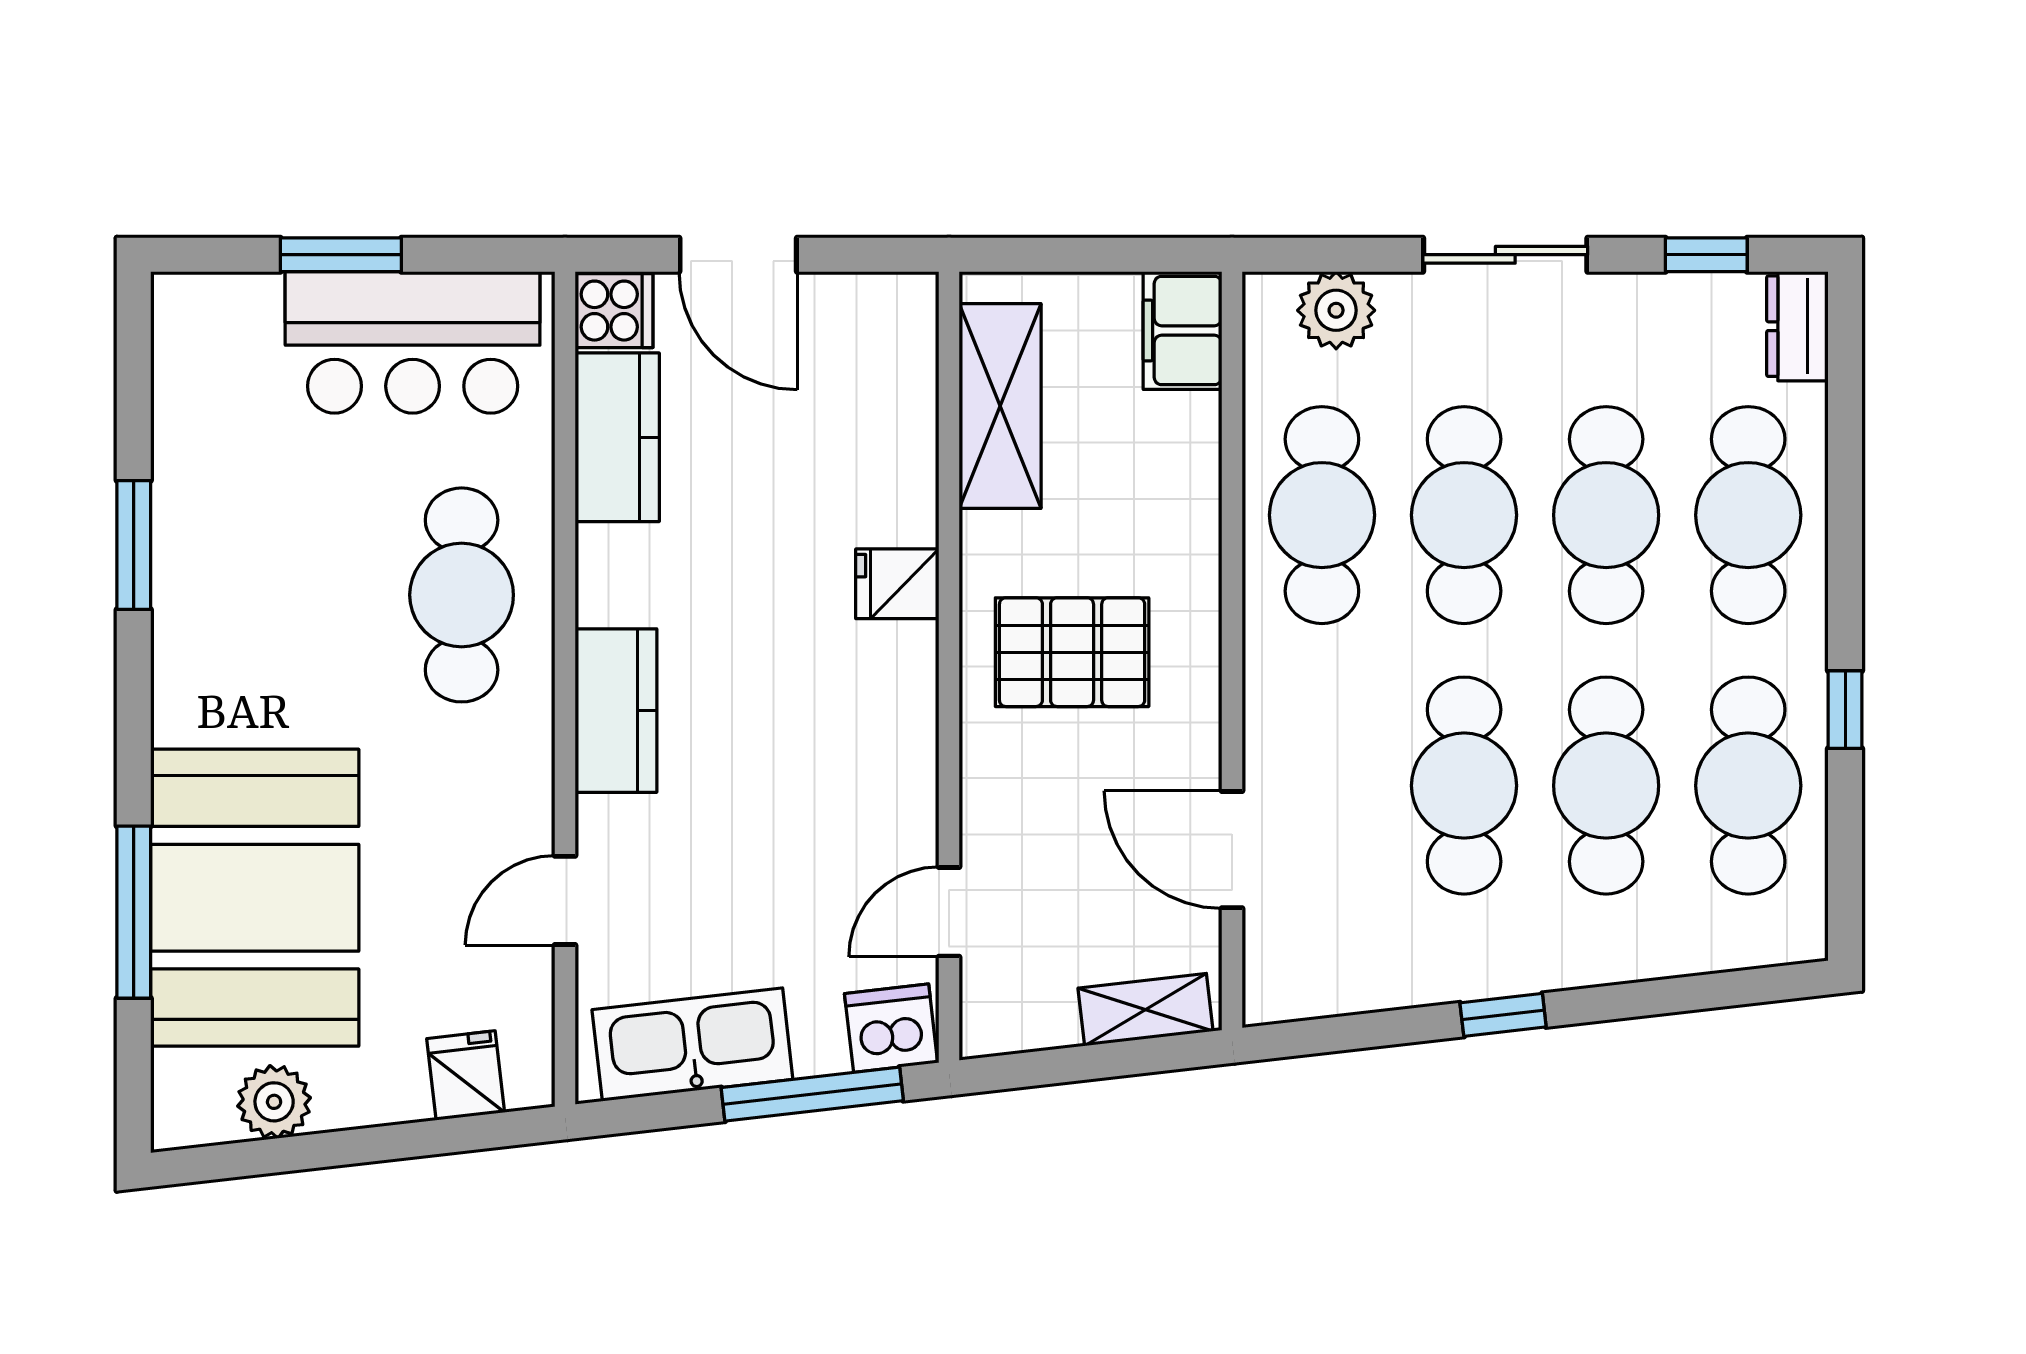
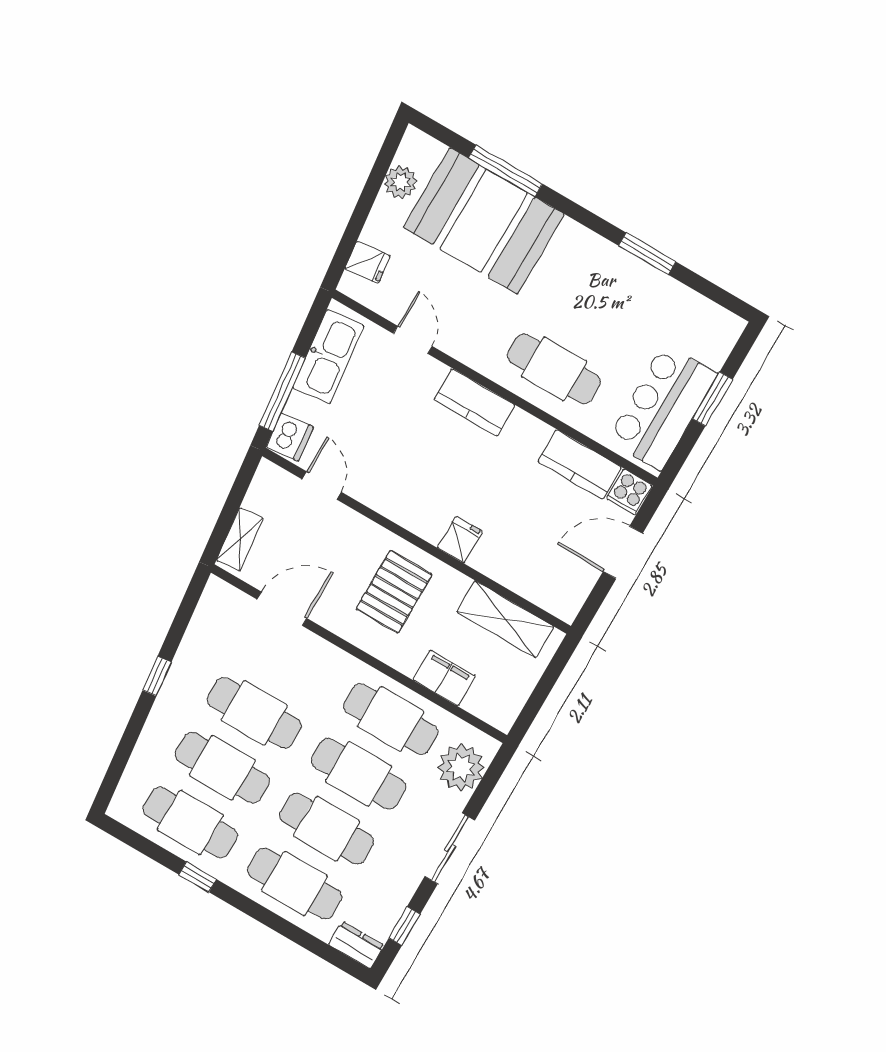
plant: (1336, 310) -> (461, 767), width x1.36, depth x1.36
filing cabinet: (1183, 331) -> (444, 678), moved

